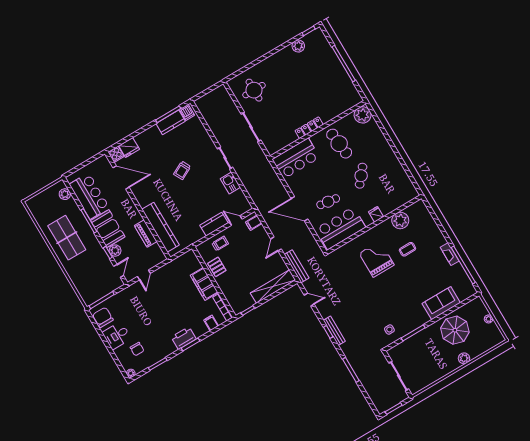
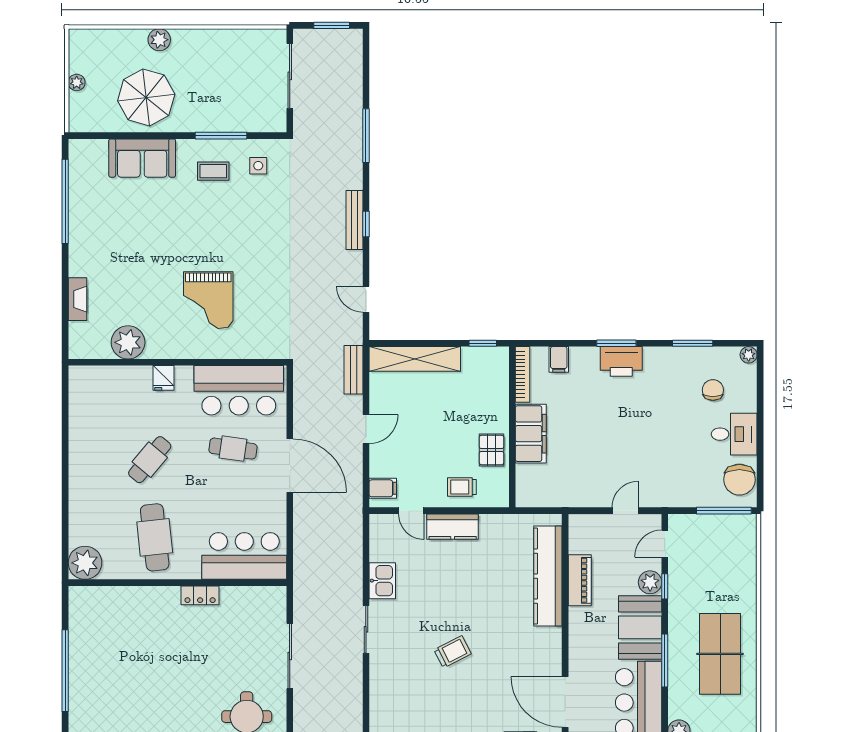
locker: (309, 128) -> (200, 595), width x0.66
coffee table: (407, 249) -> (213, 171), moved
fireplace: (450, 254) -> (77, 299), moved
bench: (297, 266) -> (353, 370), width x0.73

